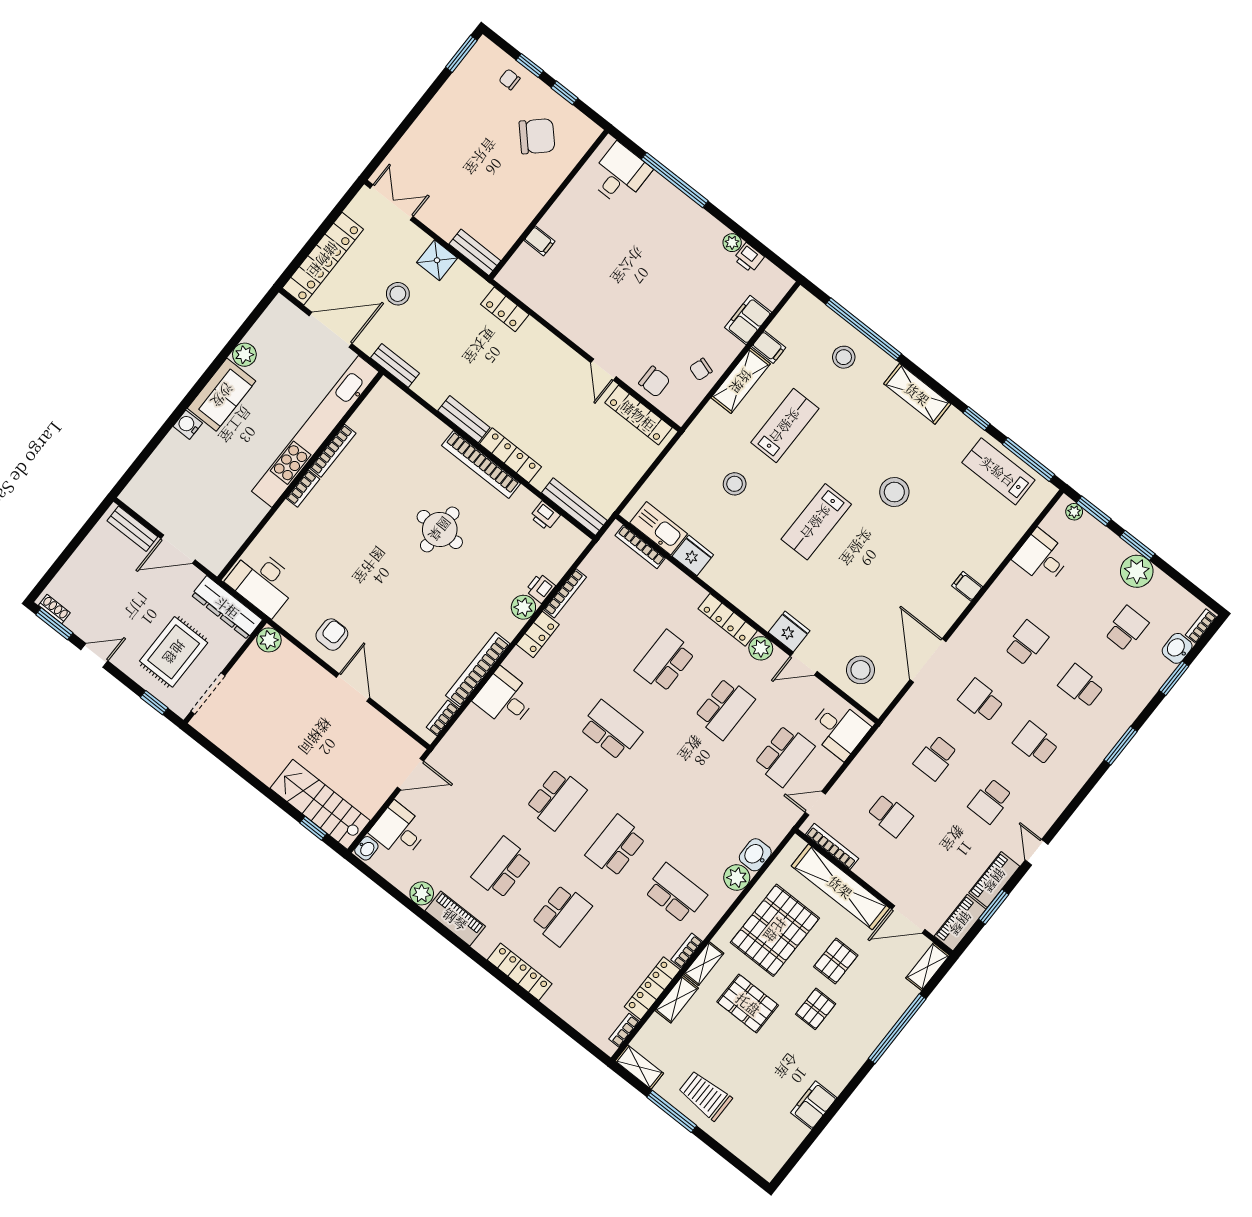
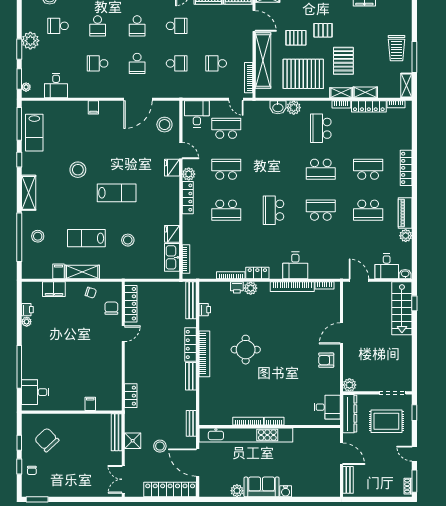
bench: (475, 252) -> (117, 432), width x1.36
desk: (262, 582) -> (327, 407), width x0.73
school desk: (890, 815) -> (216, 63), turned -90

